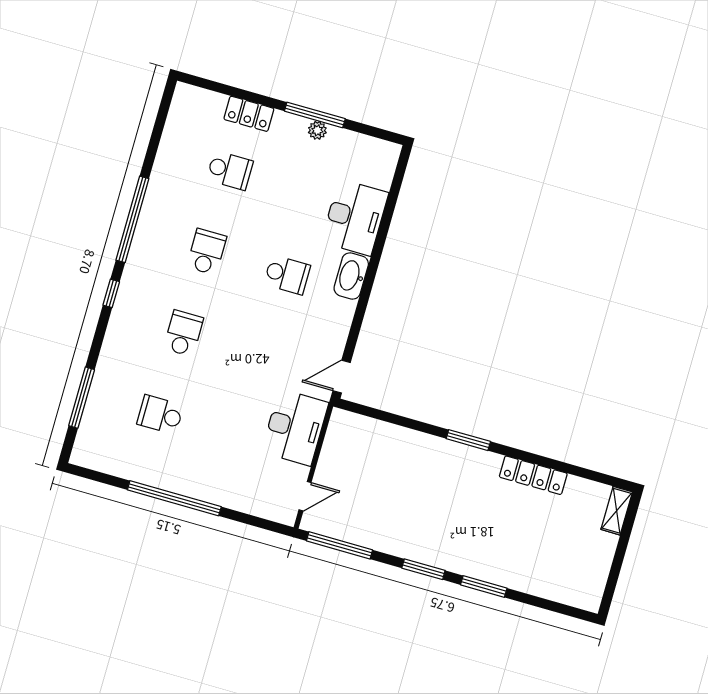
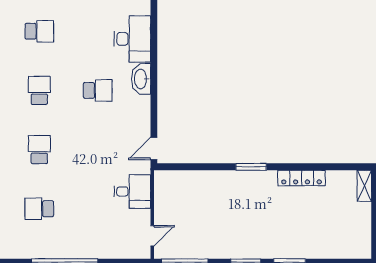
desk: (295, 427) -> (132, 191), width x0.73

